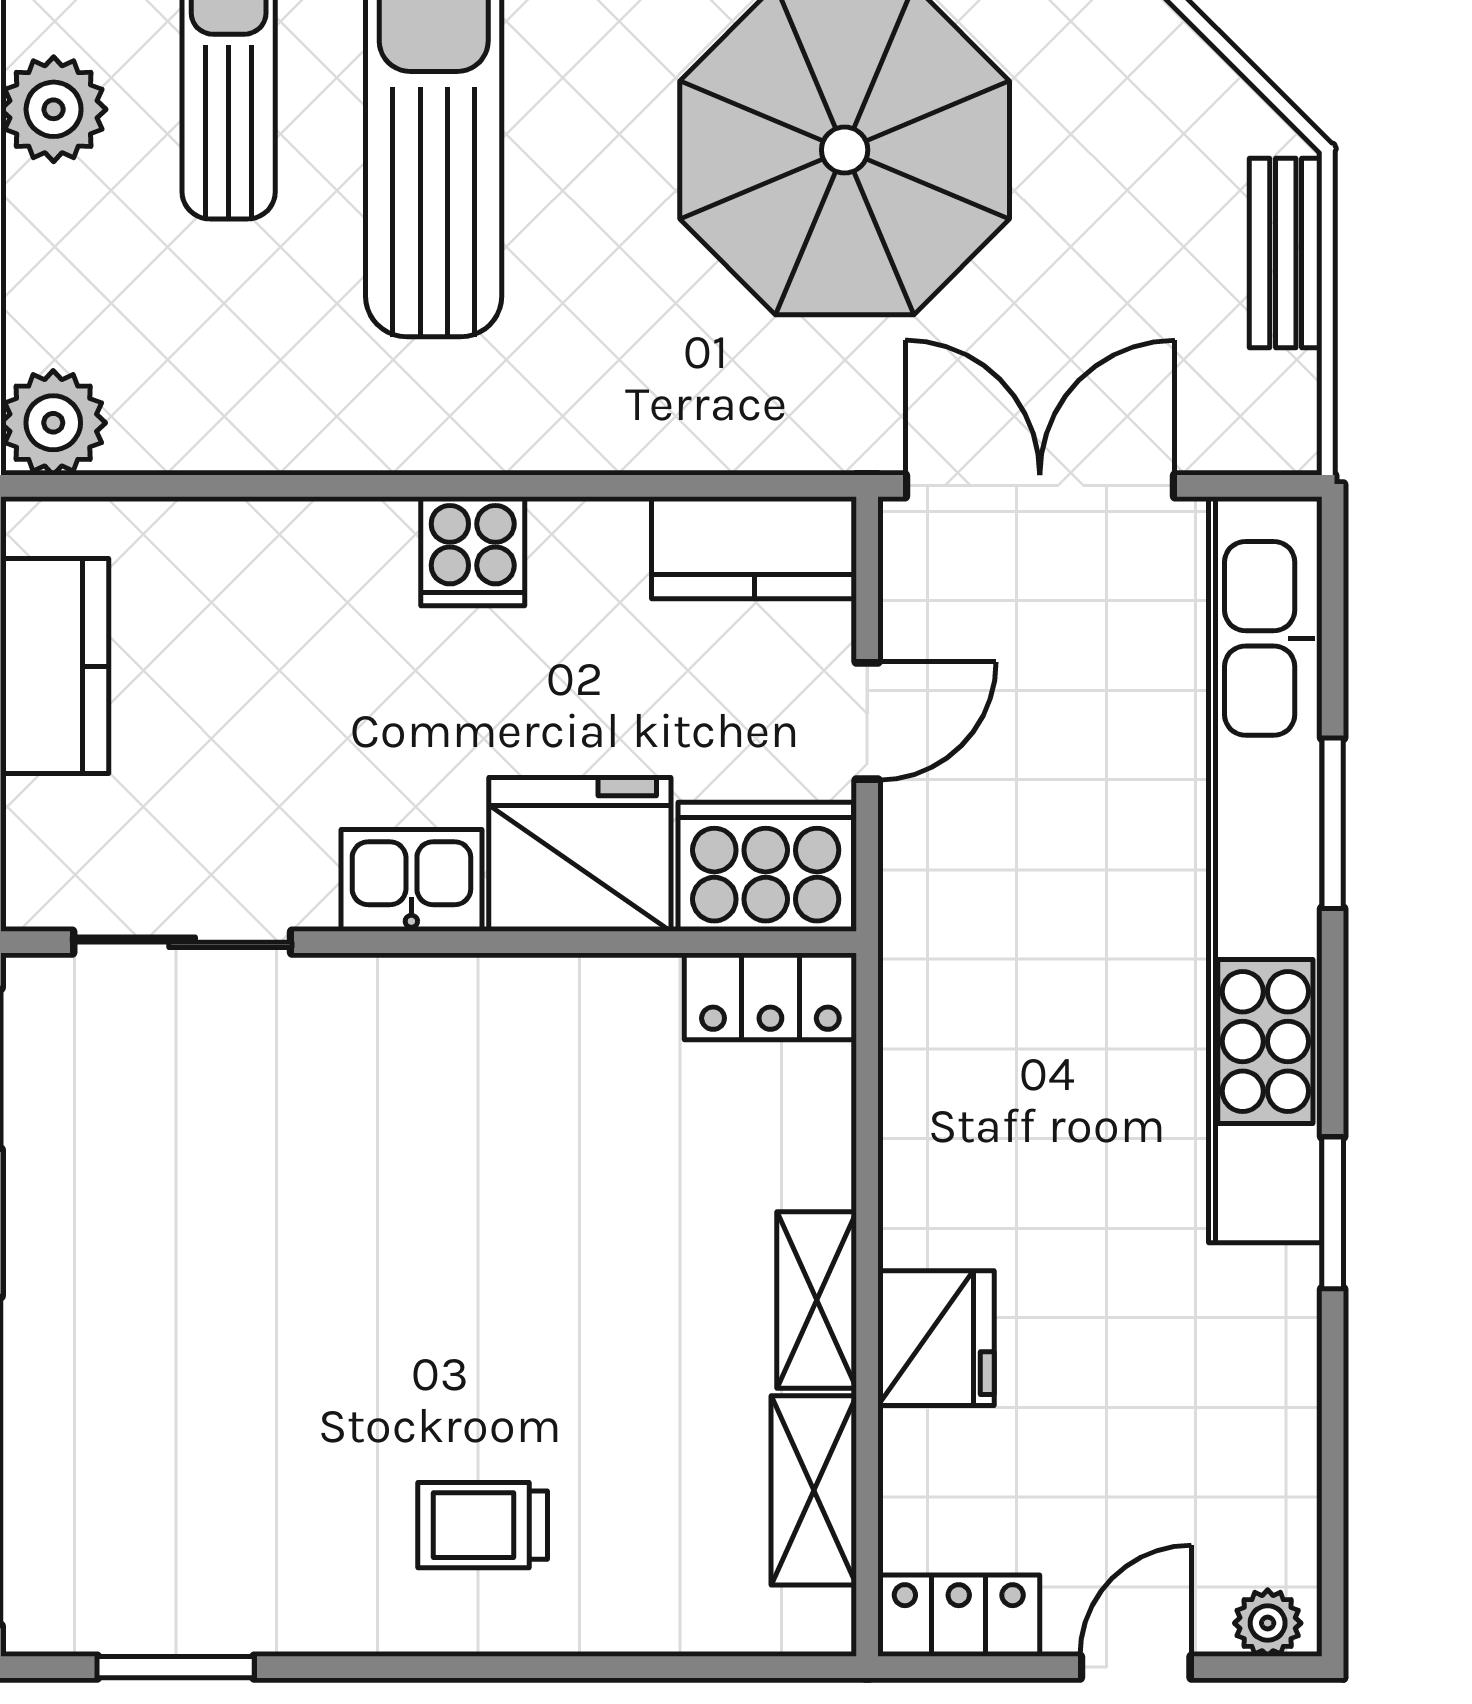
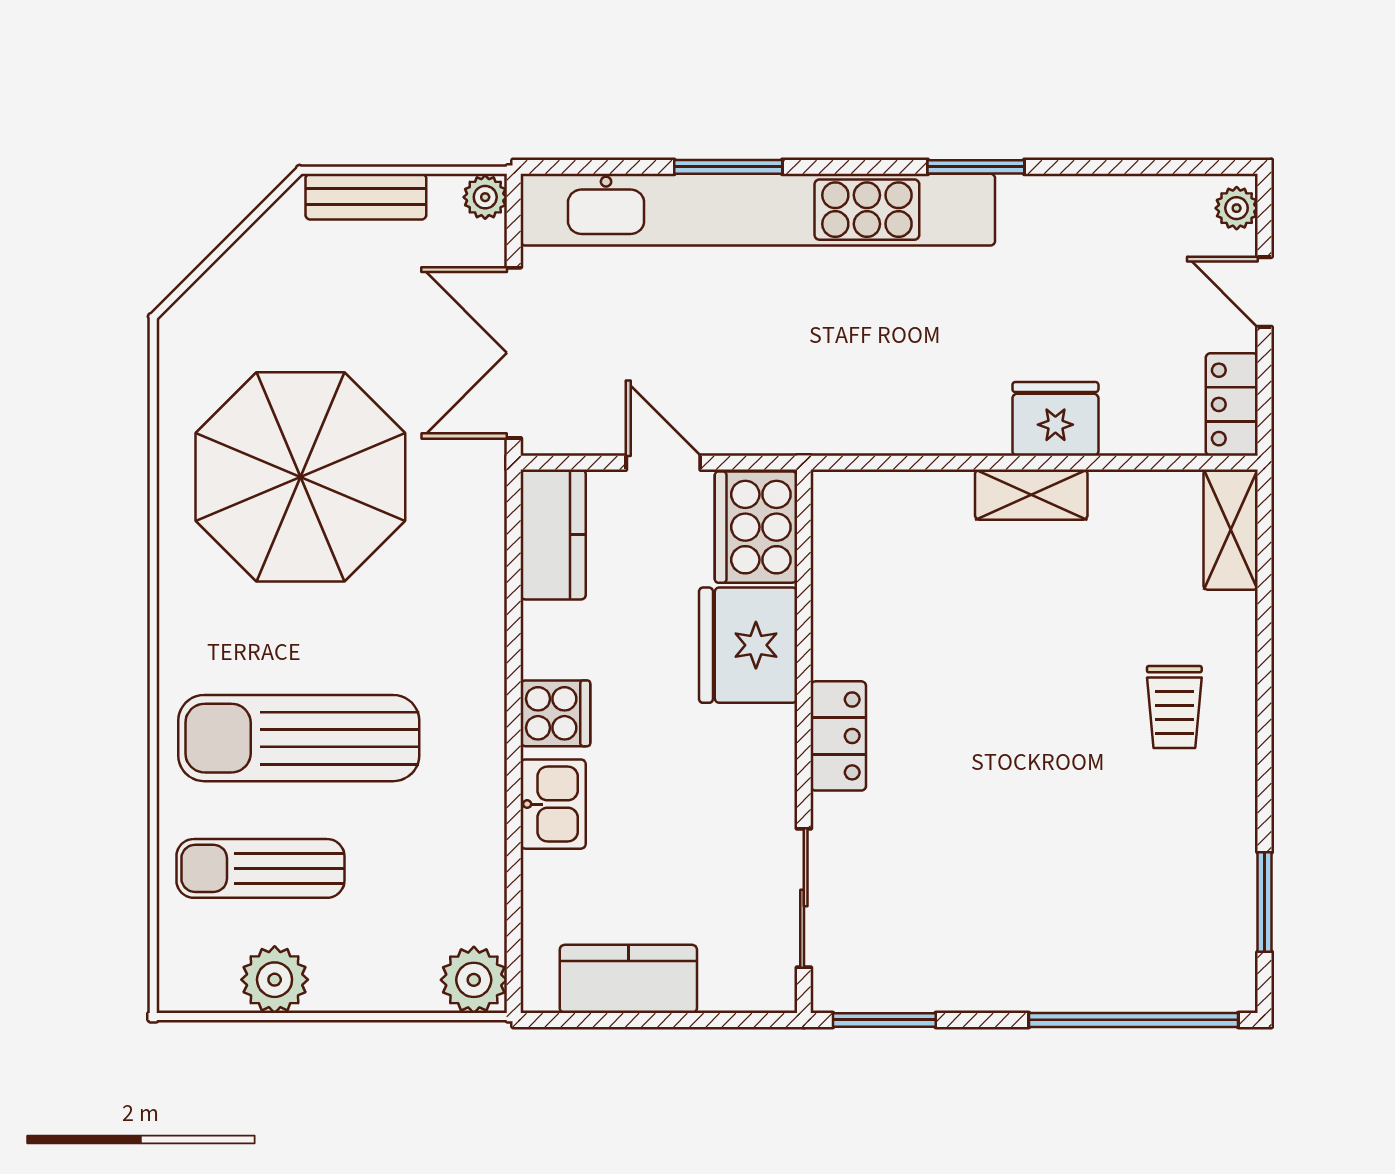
plant: (1285, 441) -> (485, 197), added
kitchen sink: (411, 880) -> (553, 804), moved, turned 180
locker: (770, 996) -> (838, 736), moved
shelving: (814, 1490) -> (1231, 530), moved, turned 90

